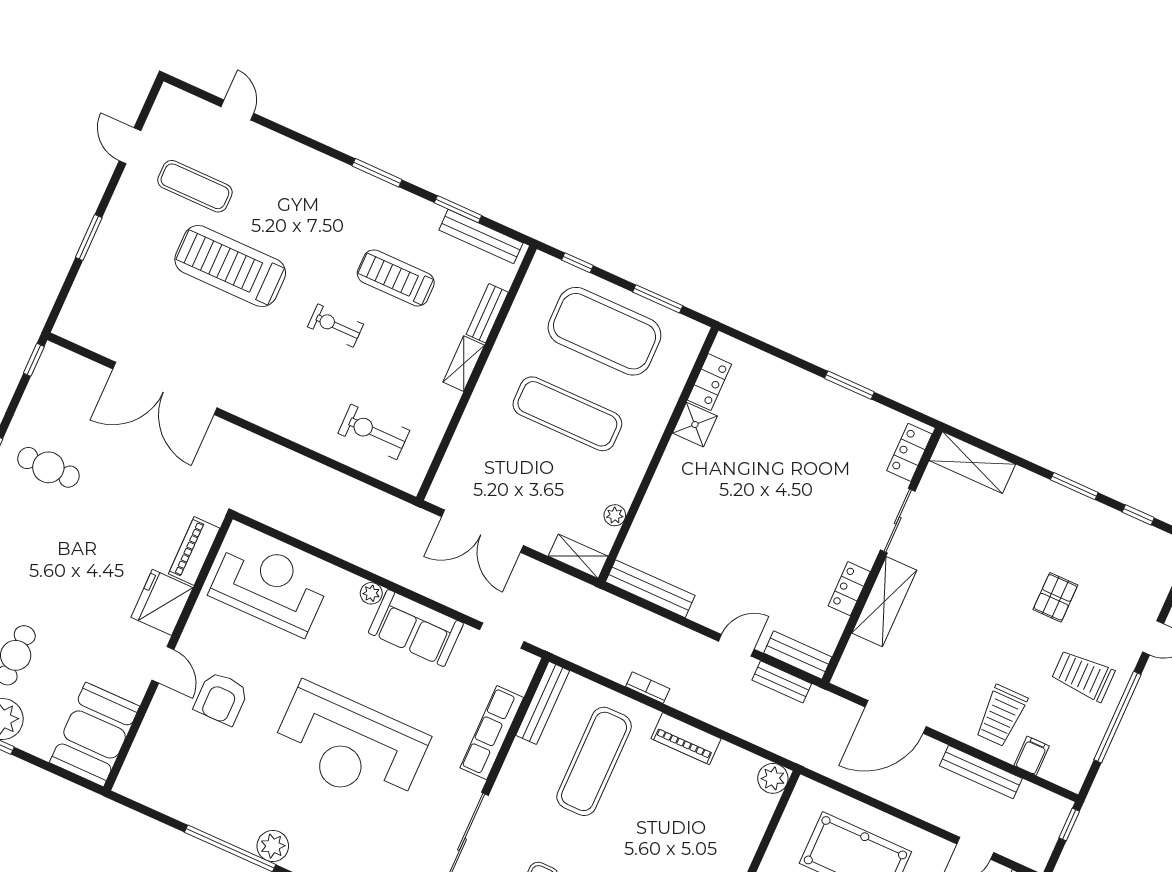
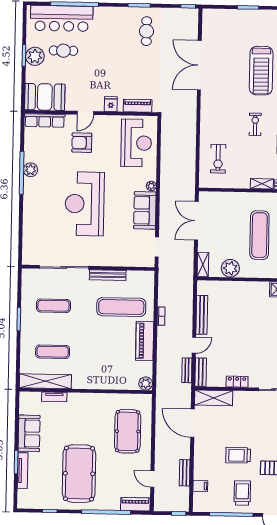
treadmill: (230, 266) -> (261, 71), turned 180
exercise bike: (374, 432) -> (218, 159), turned 180
plant: (615, 515) -> (230, 268), width x1.88, depth x1.88
bench: (650, 589) -> (202, 315), moved
fridge: (162, 602) -> (111, 104), width x0.53, depth x0.75
shelving: (884, 602) -> (214, 398), moved
door: (736, 645) -> (194, 345), hinge flipped
bench: (543, 703) -> (108, 275), moved
trolley: (1001, 716) -> (238, 455), moved
row of seats: (492, 733) -> (45, 120), moved, turned 180
piano: (686, 739) -> (145, 341), width x1.37, depth x1.33
bench: (981, 772) -> (185, 473), width x0.73
plant: (273, 846) -> (31, 170), moved

